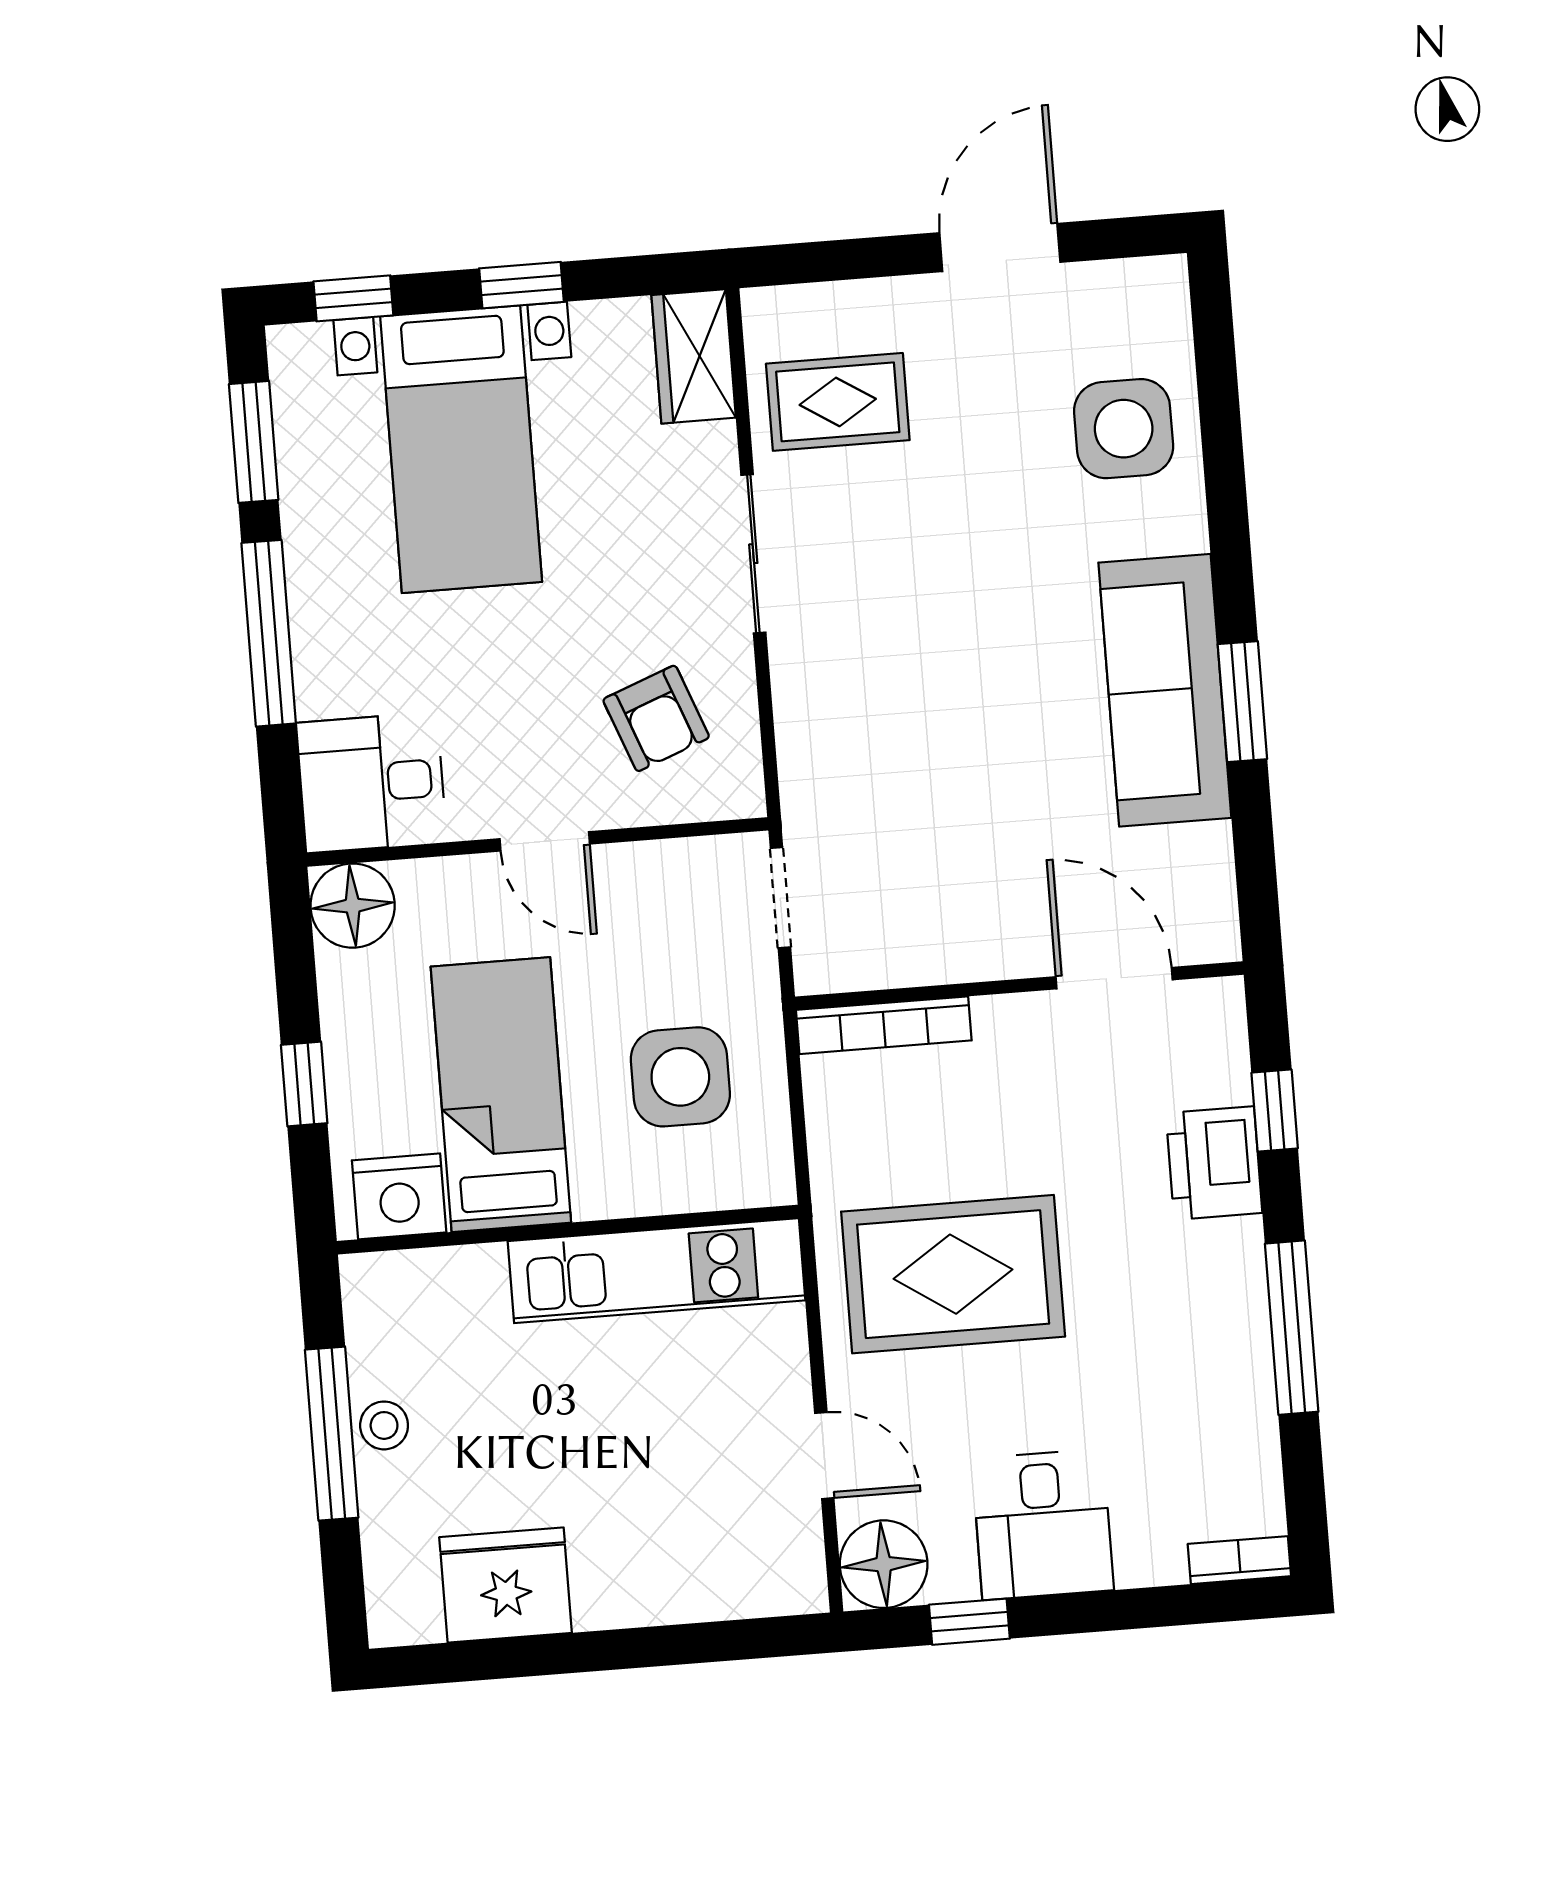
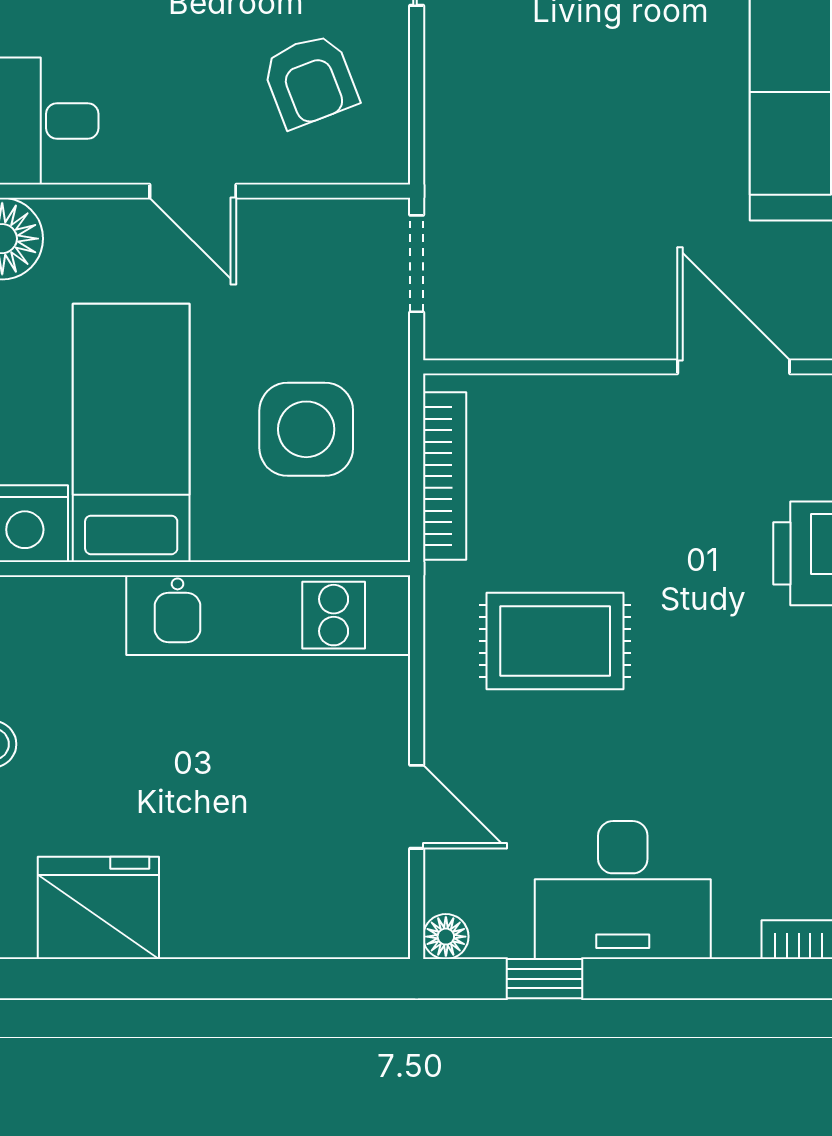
bookcase: (884, 1025) -> (445, 476), moved, turned -90
rug: (953, 1274) -> (555, 641), width x0.73, depth x0.70
desk: (1043, 1524) -> (623, 890), width x1.37
floor lamp: (884, 1564) -> (446, 937), width x0.53, depth x0.53

